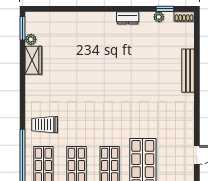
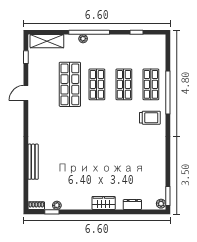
dresser: (128, 18) -> (132, 205), moved
plant: (31, 39) -> (161, 204), moved
wardrobe: (33, 60) -> (104, 203), moved, turned 90

